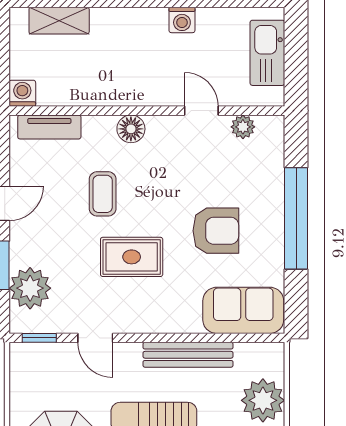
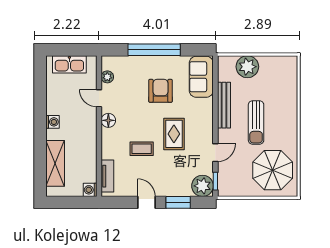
washing machine: (182, 20) -> (53, 122), moved
shelving: (59, 21) -> (55, 163), width x1.50, depth x1.33
door: (201, 111) -> (99, 98), hinge flipped
floor lamp: (131, 129) -> (108, 120), moved
plant: (30, 288) -> (202, 186), moved

